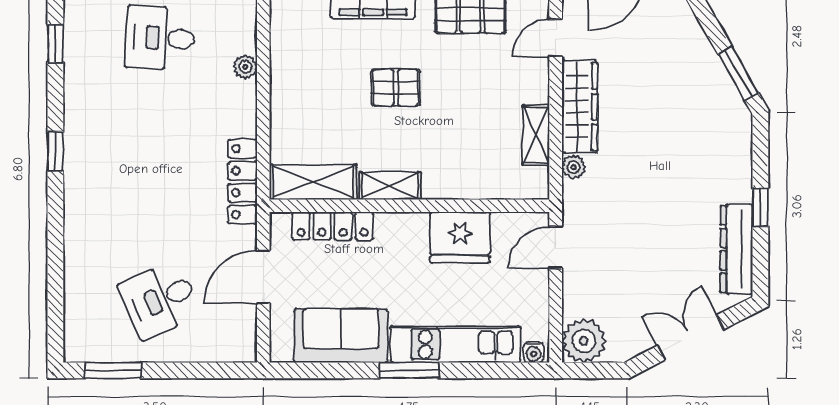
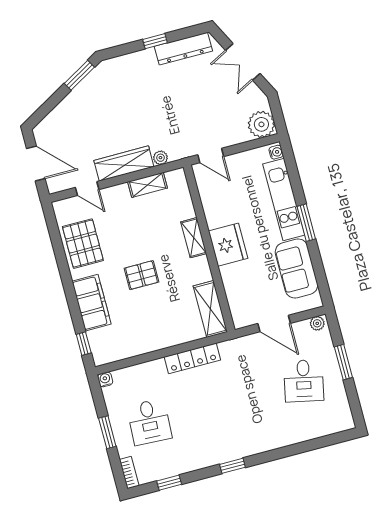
plant: (245, 67) -> (317, 323), moved
pallet: (396, 87) -> (142, 275), turned 90
locker: (242, 182) -> (192, 358), moved
shelving: (390, 186) -> (194, 238), moved
locker: (333, 226) -> (233, 291), removed
fridge: (460, 237) -> (228, 245), moved
desk: (160, 300) -> (304, 381), turned 36
window: (113, 370) -> (343, 362), moved

